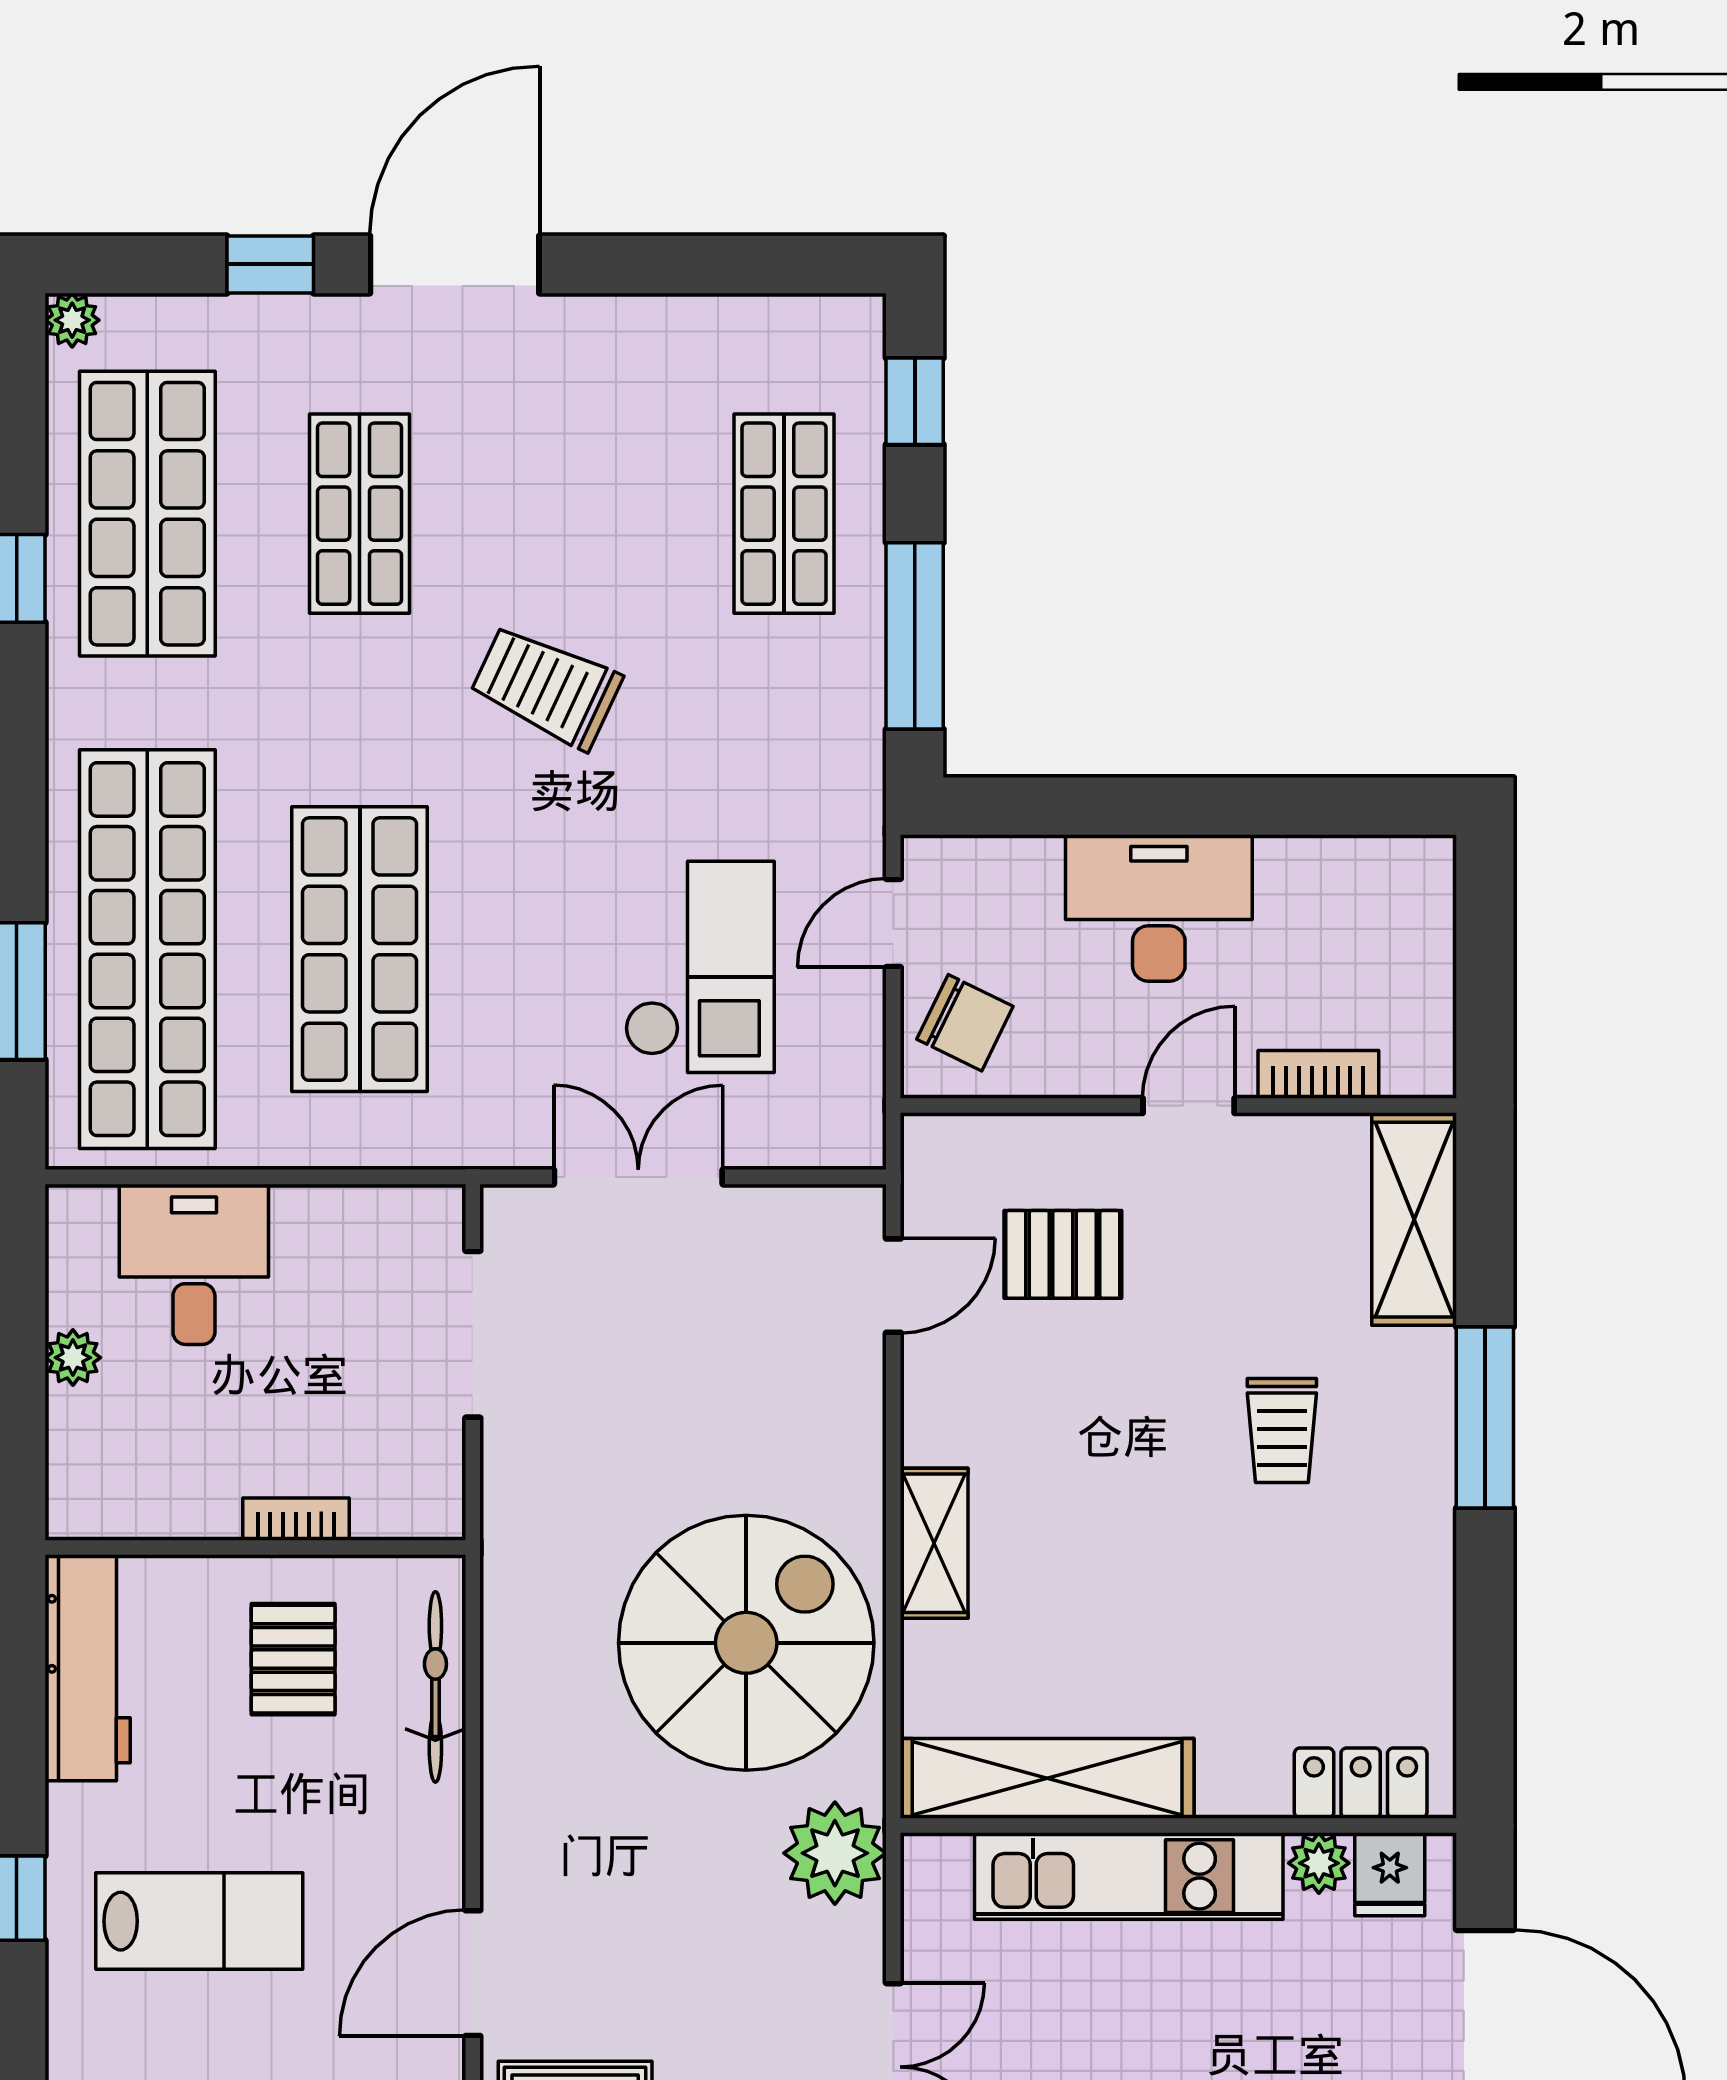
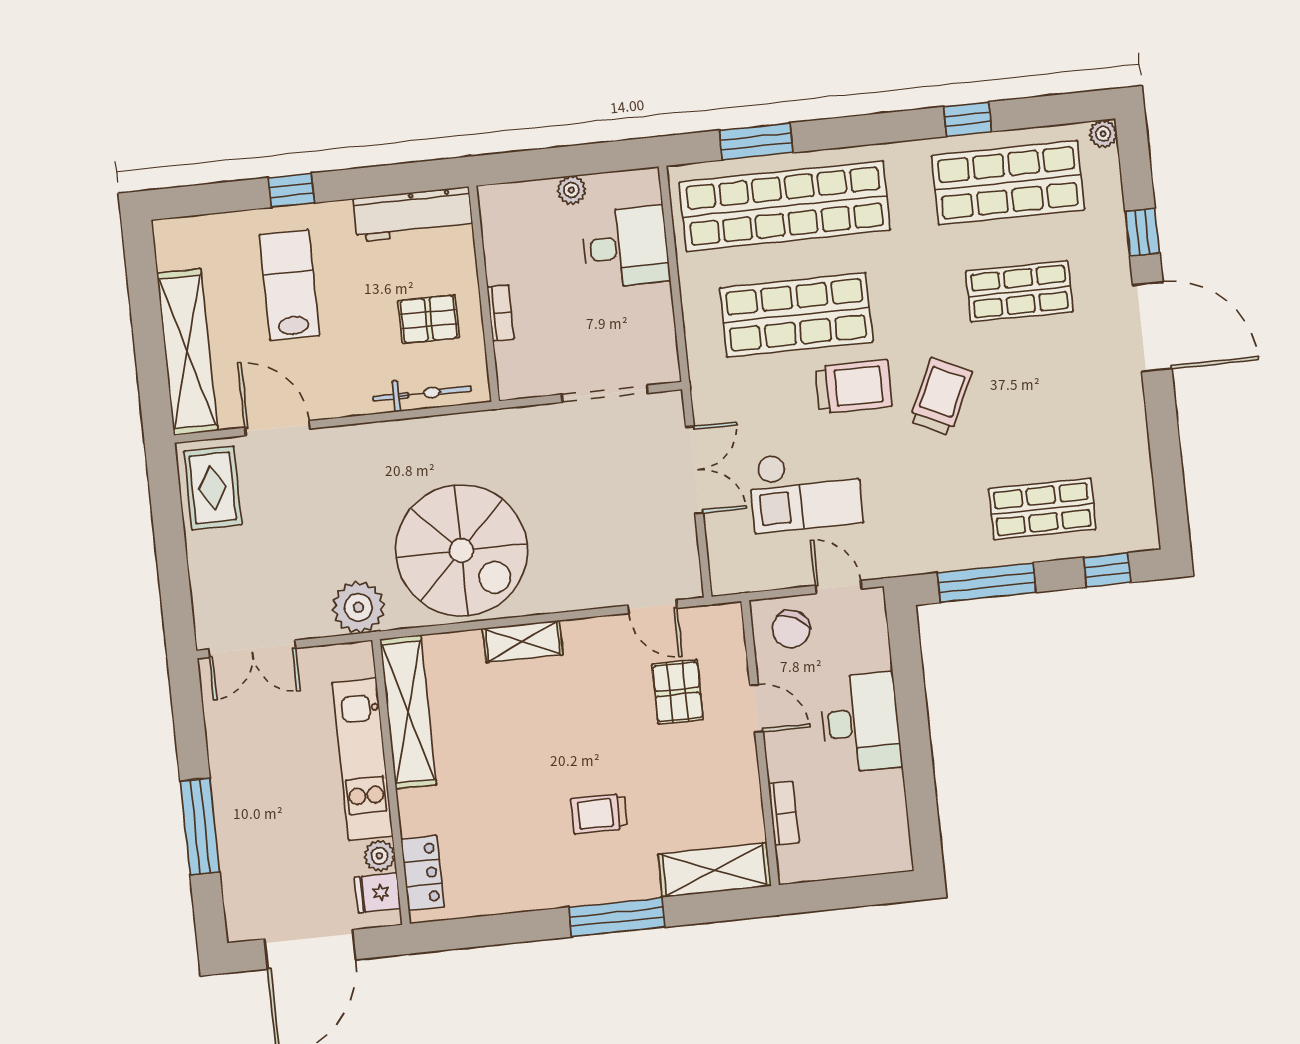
trolley: (509, 853) -> (854, 386), added
door: (1189, 1106) -> (756, 709), moved
lab bench: (199, 1921) -> (289, 285), turned 180

